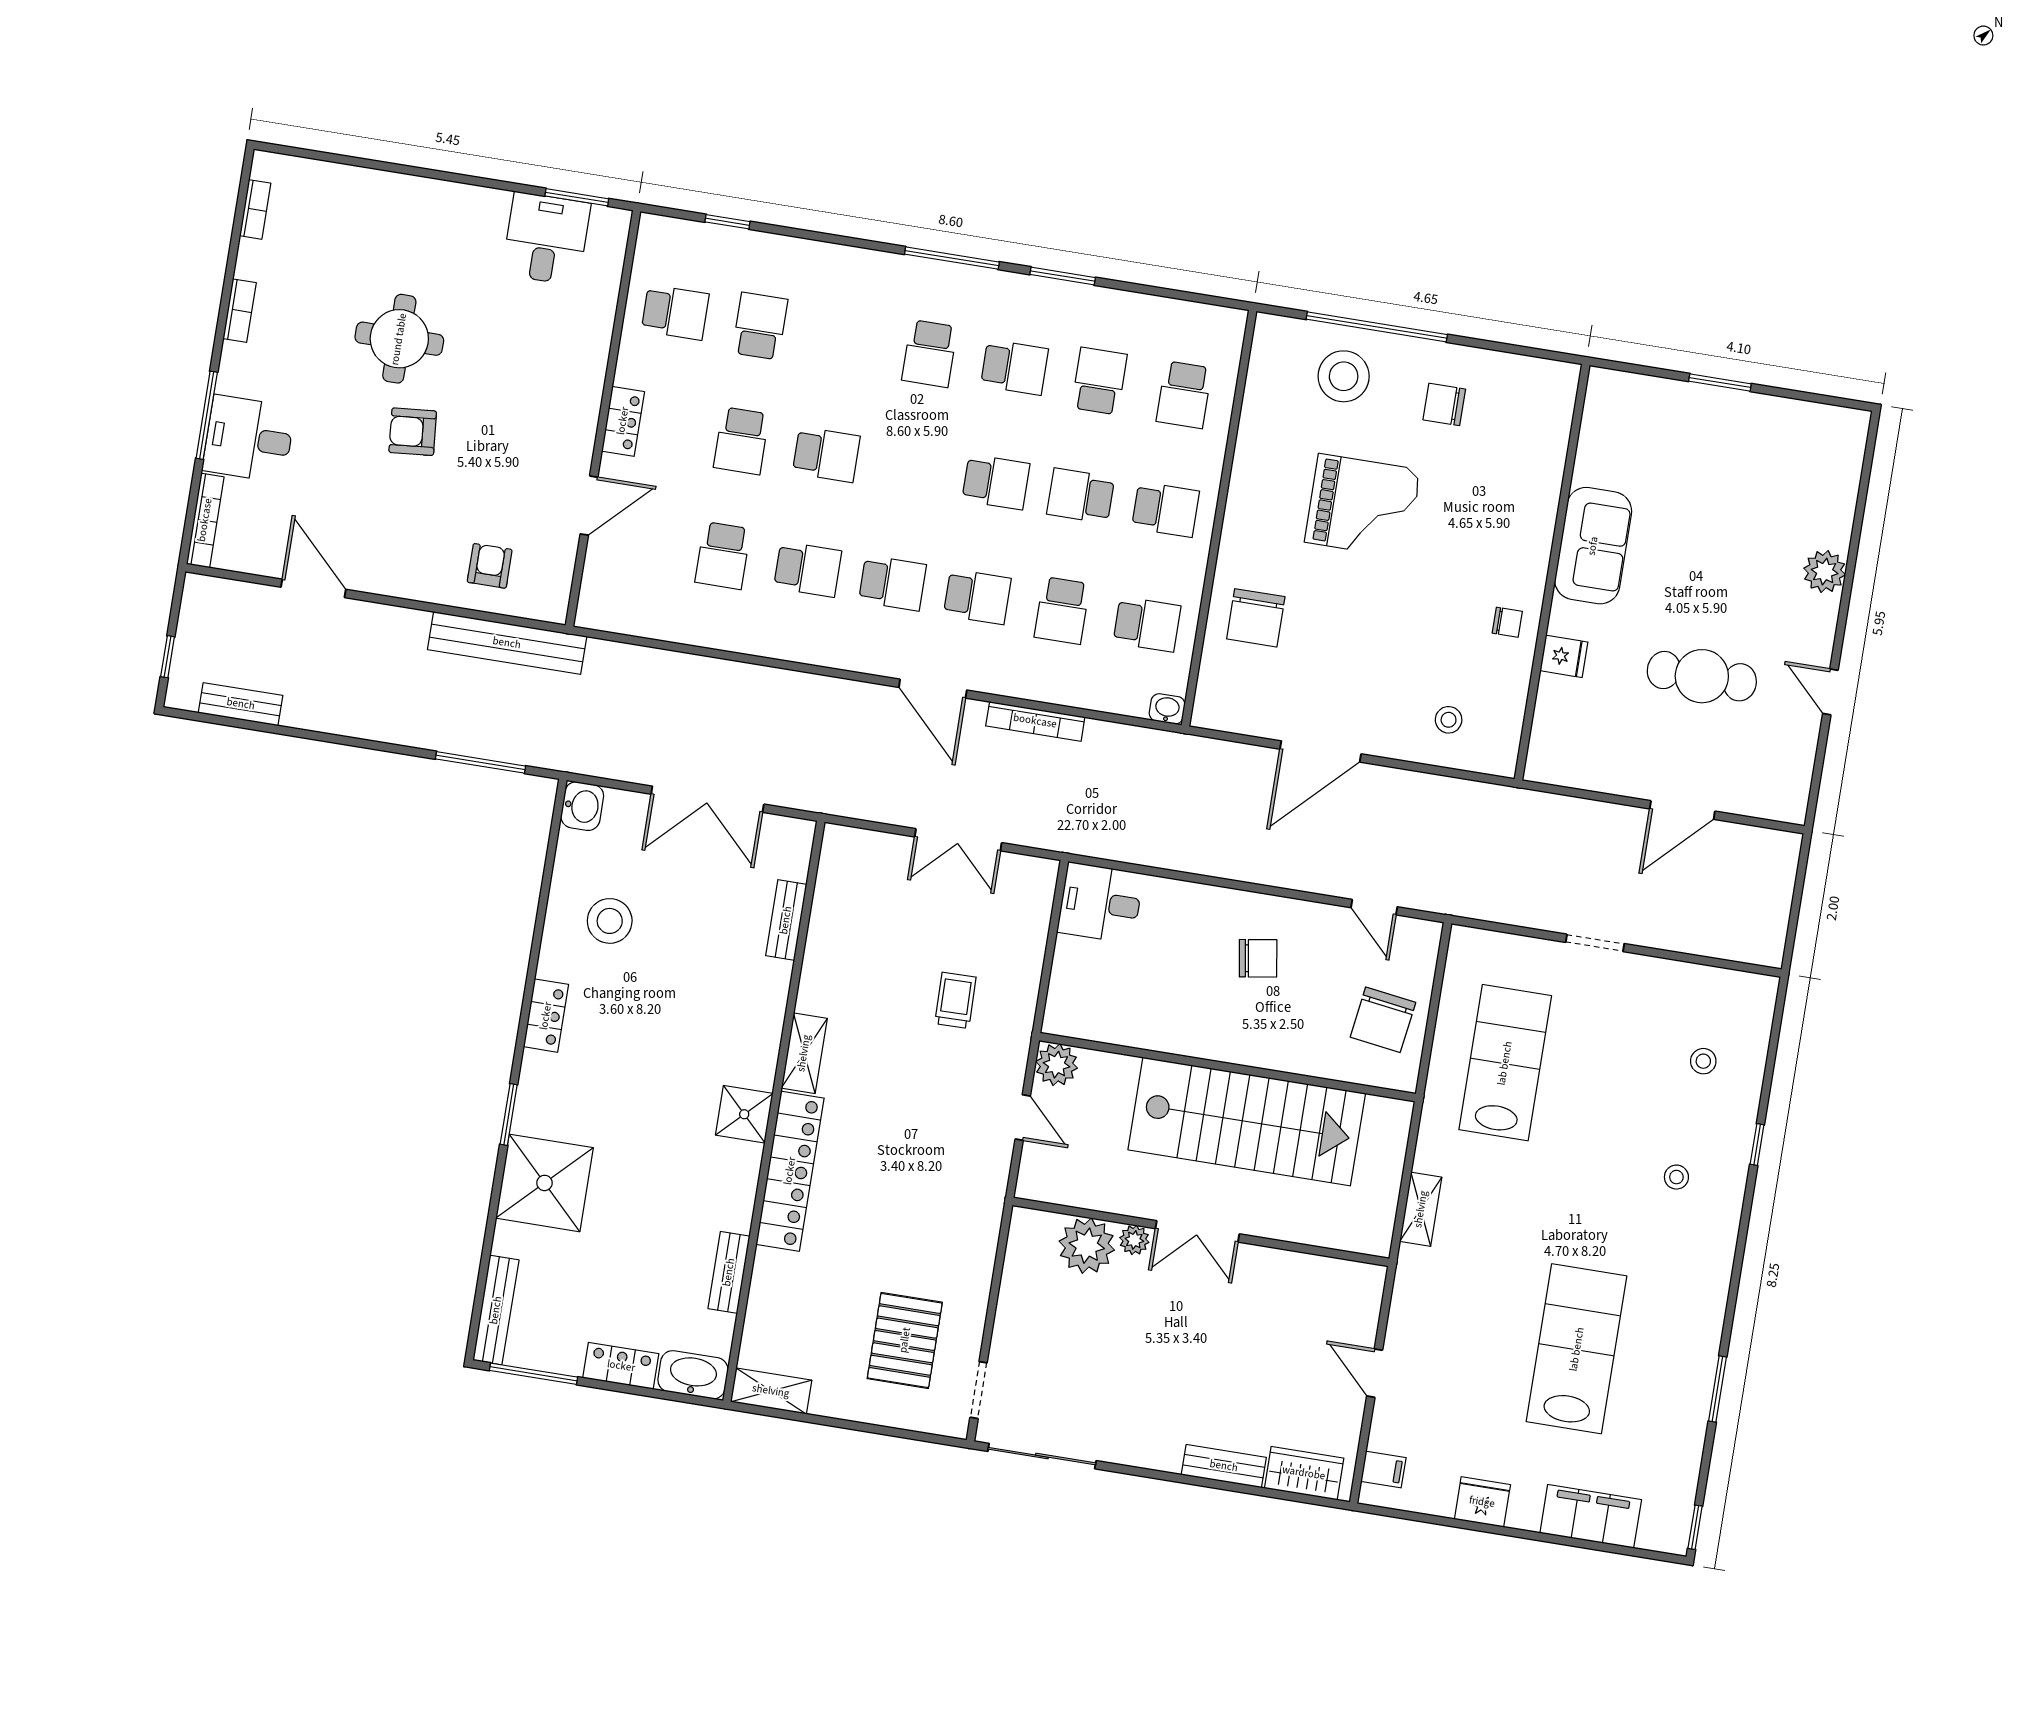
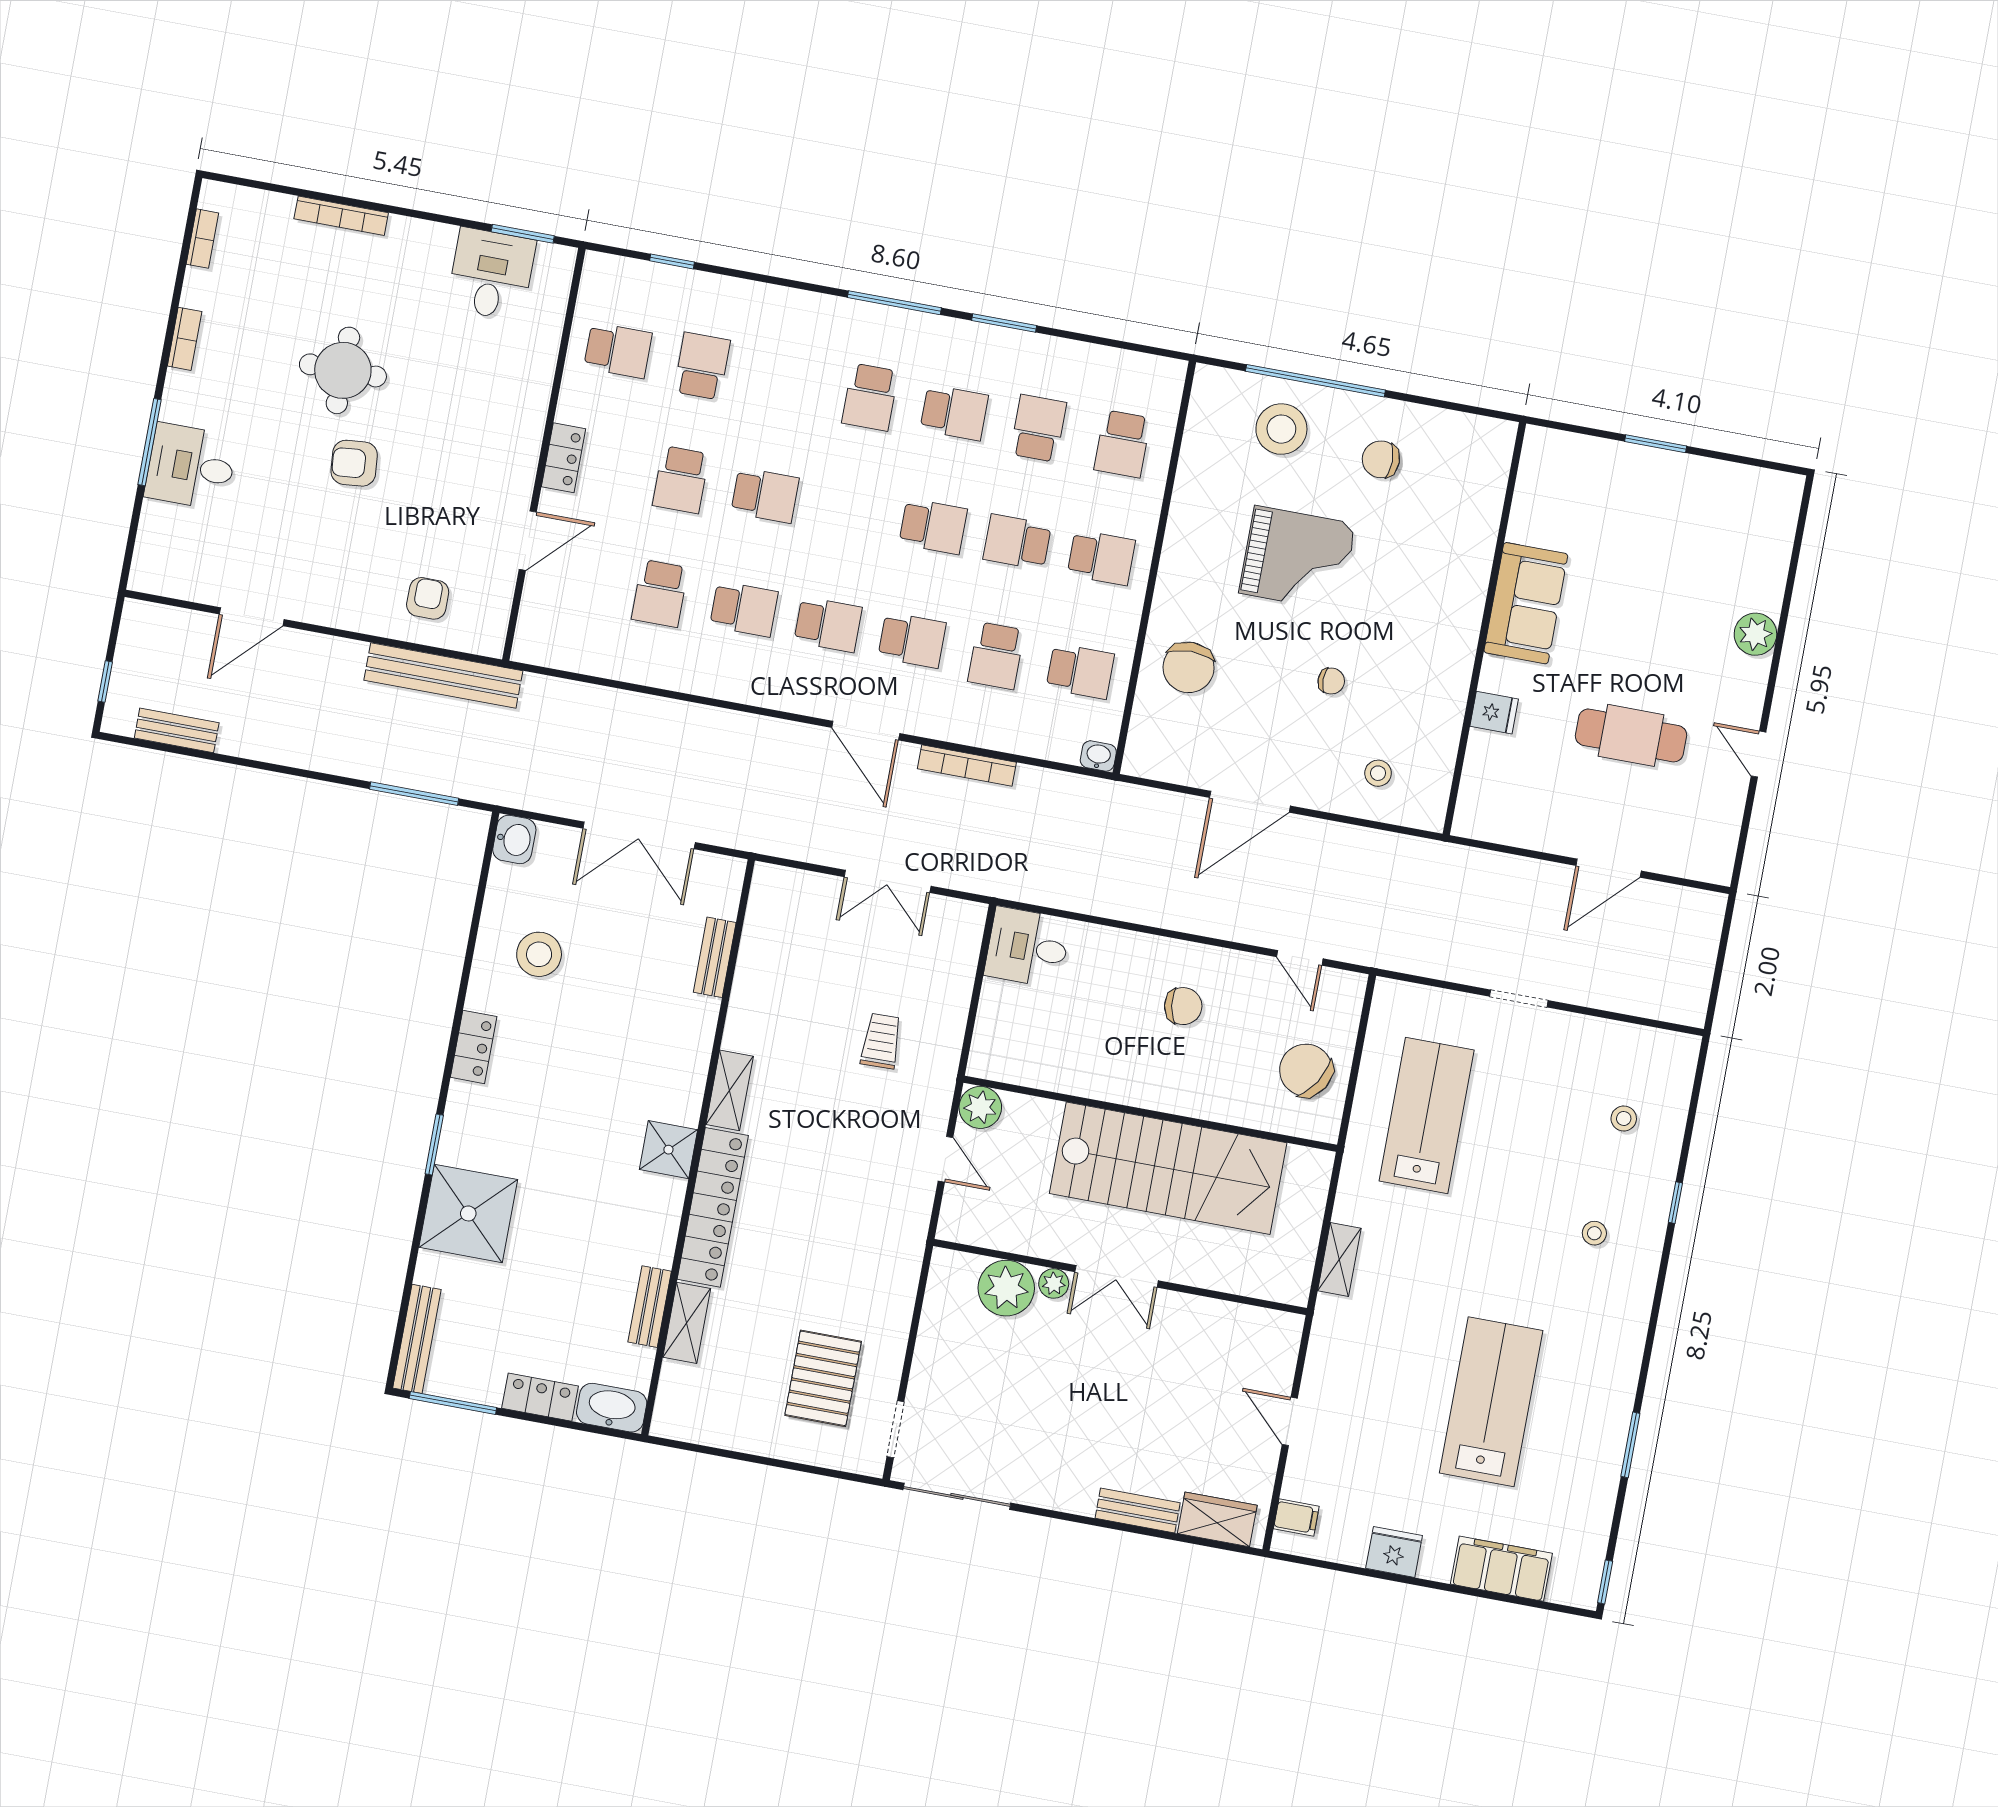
bookcase: (205, 520) -> (341, 216), moved, turned 90
door: (313, 588) -> (252, 617), swing flipped
chair: (1507, 622) -> (1331, 681), moved
chair: (1383, 1020) -> (1306, 1070), turned 114
shelving: (771, 1391) -> (687, 1323), moved, turned 90

